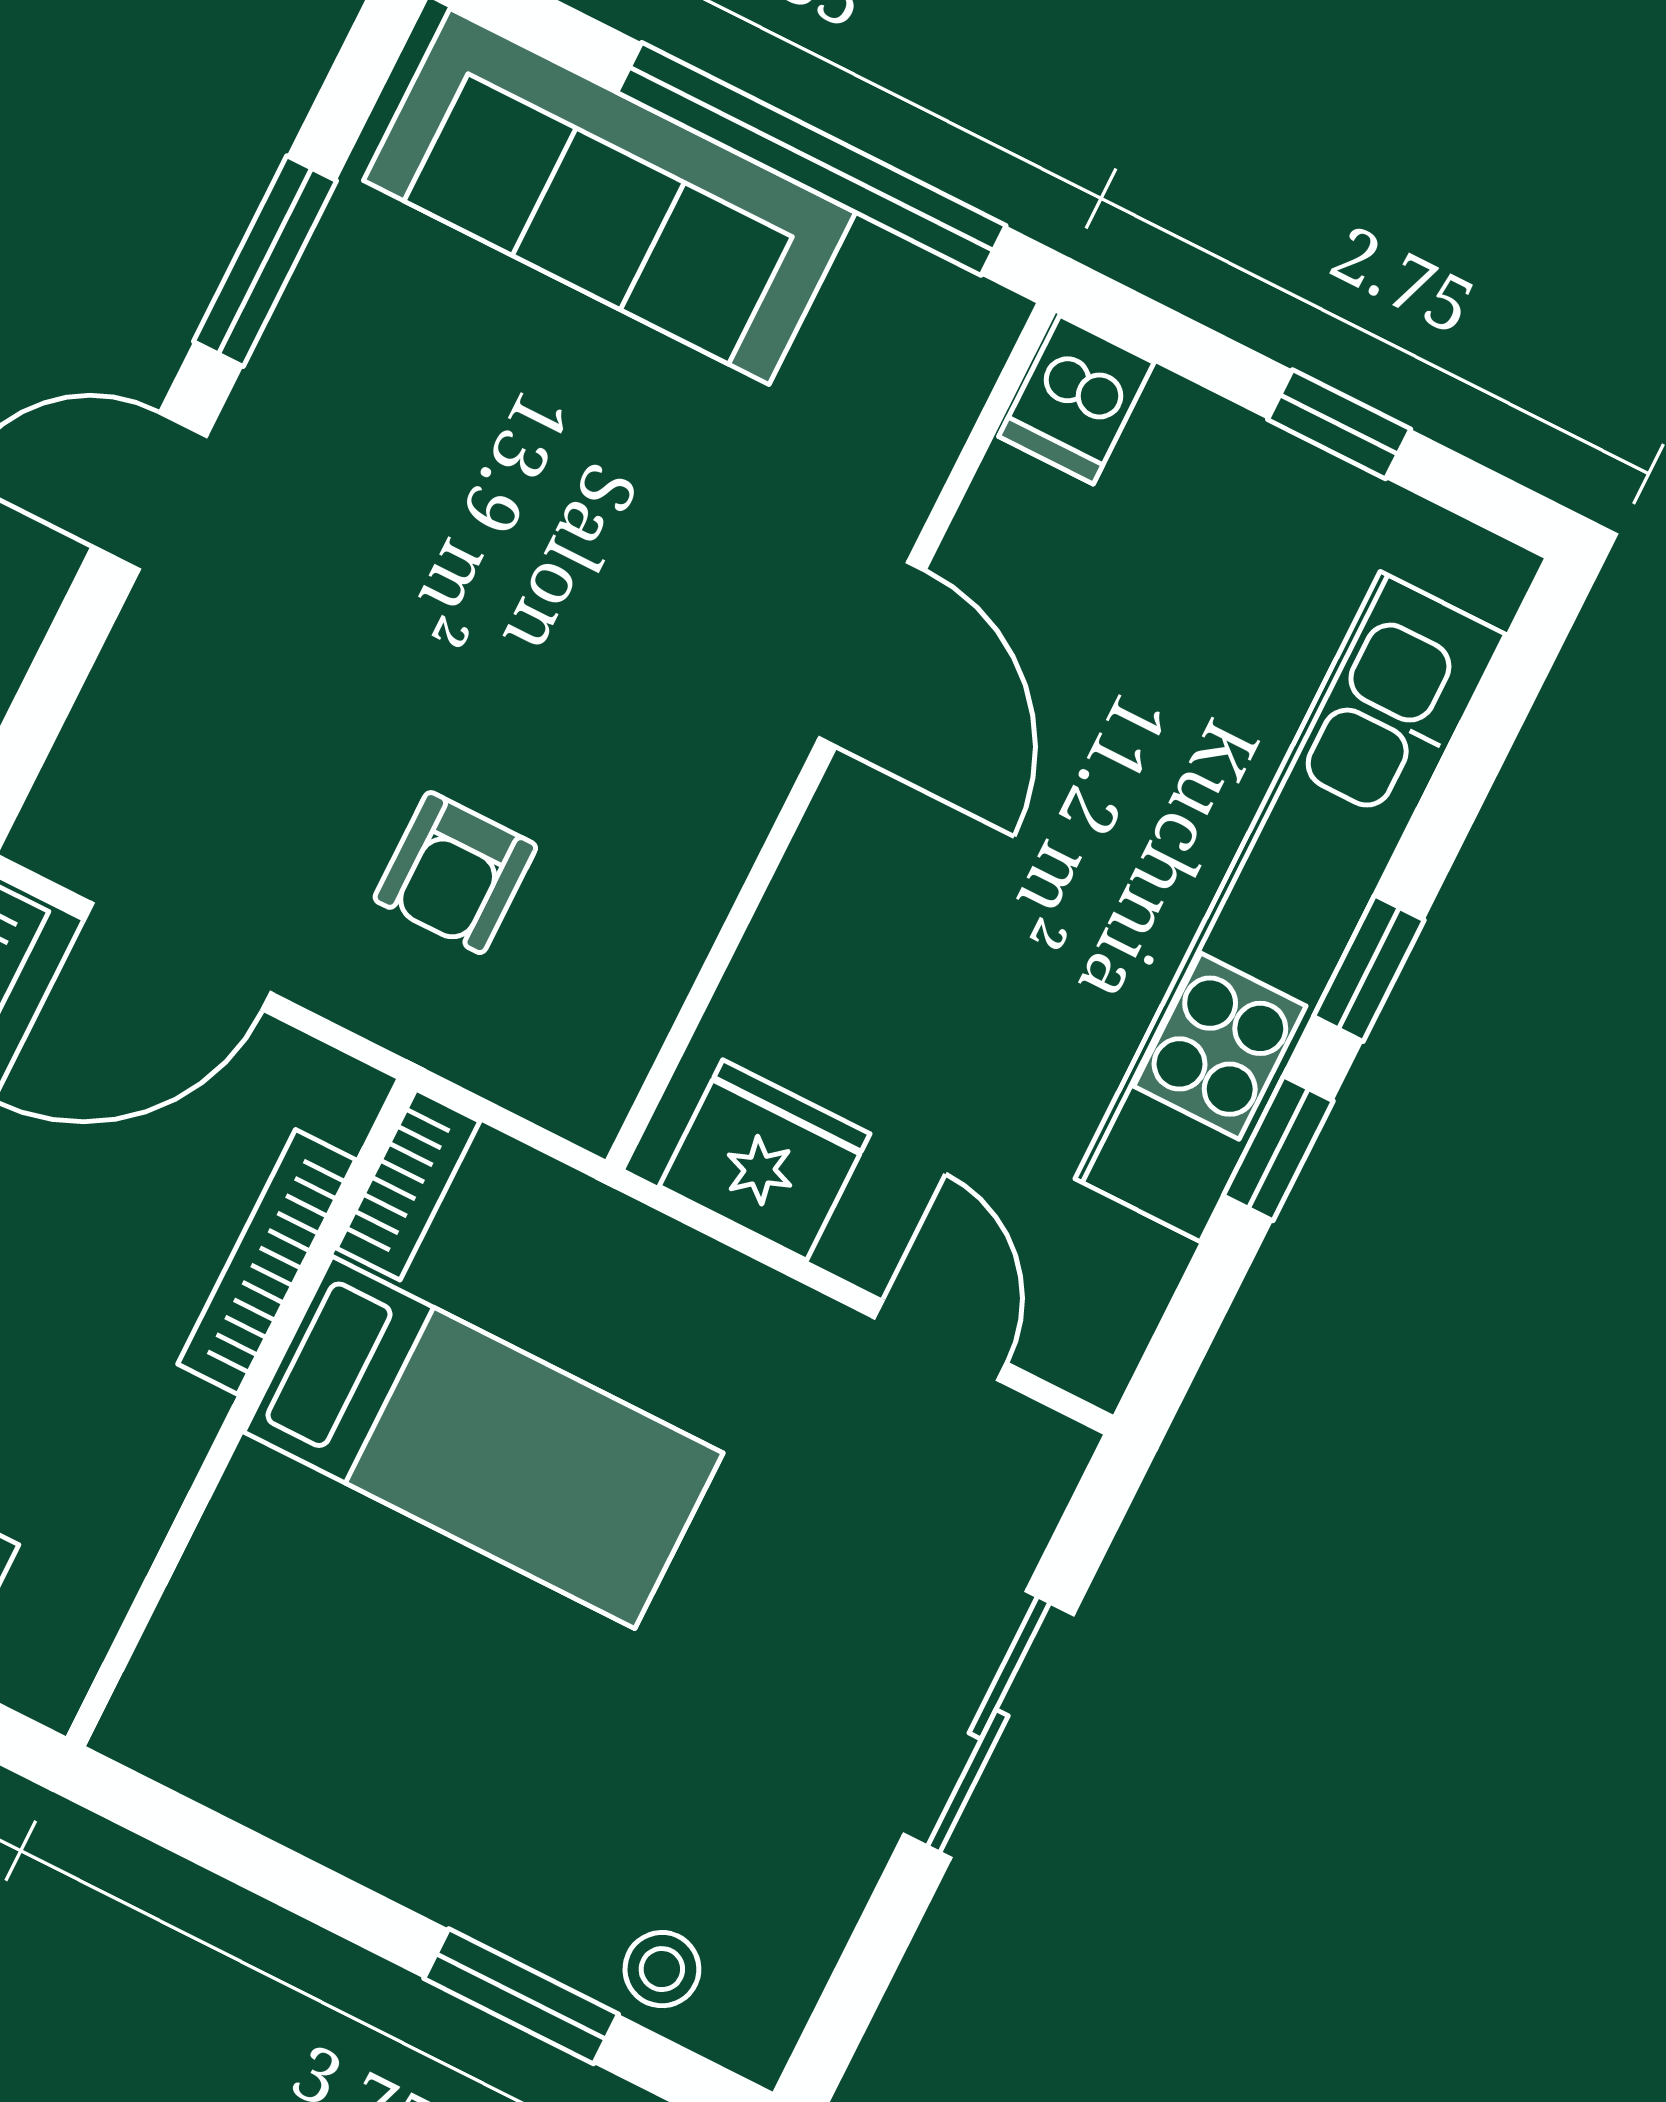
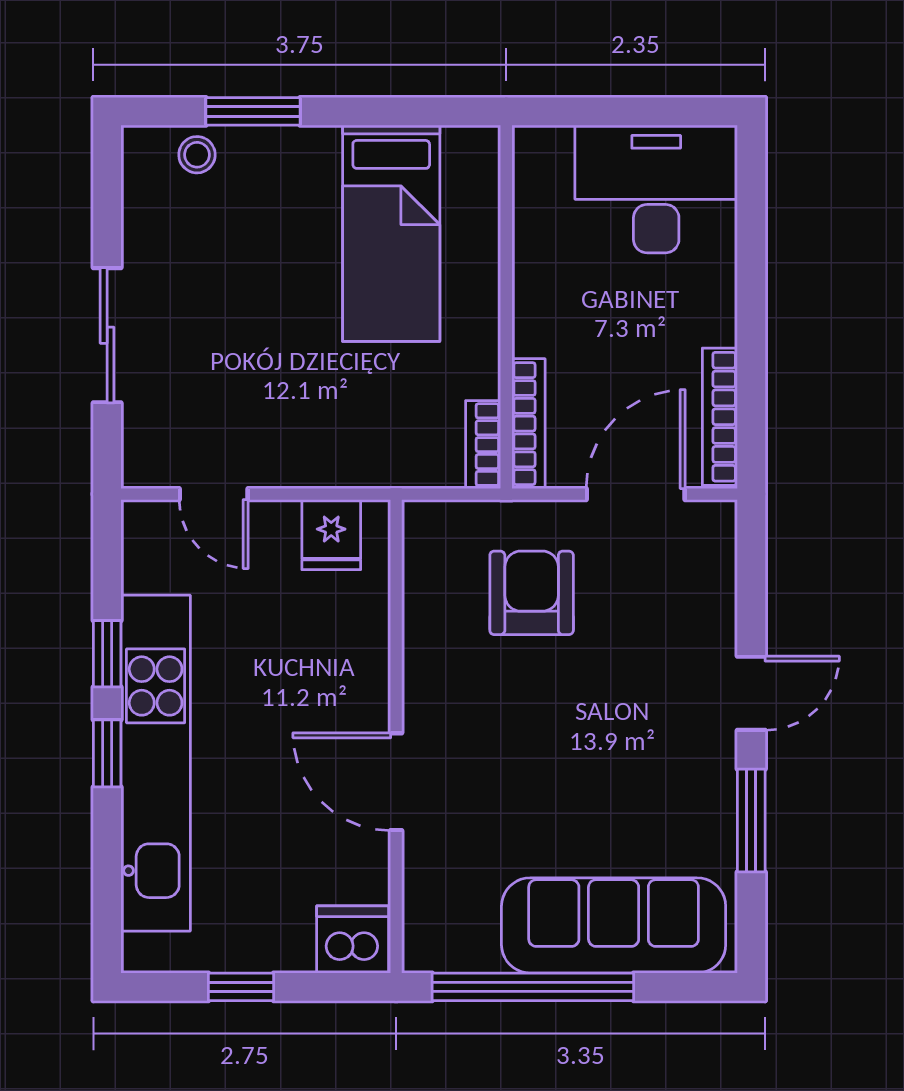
dishwasher: (1076, 400) -> (353, 939), width x1.38
armchair: (455, 873) -> (532, 593), width x1.38, depth x1.38
fridge: (765, 1160) -> (331, 535), width x0.72
bookcase: (267, 1262) -> (528, 424), moved
bed: (483, 1442) -> (391, 233), moved, turned -90

